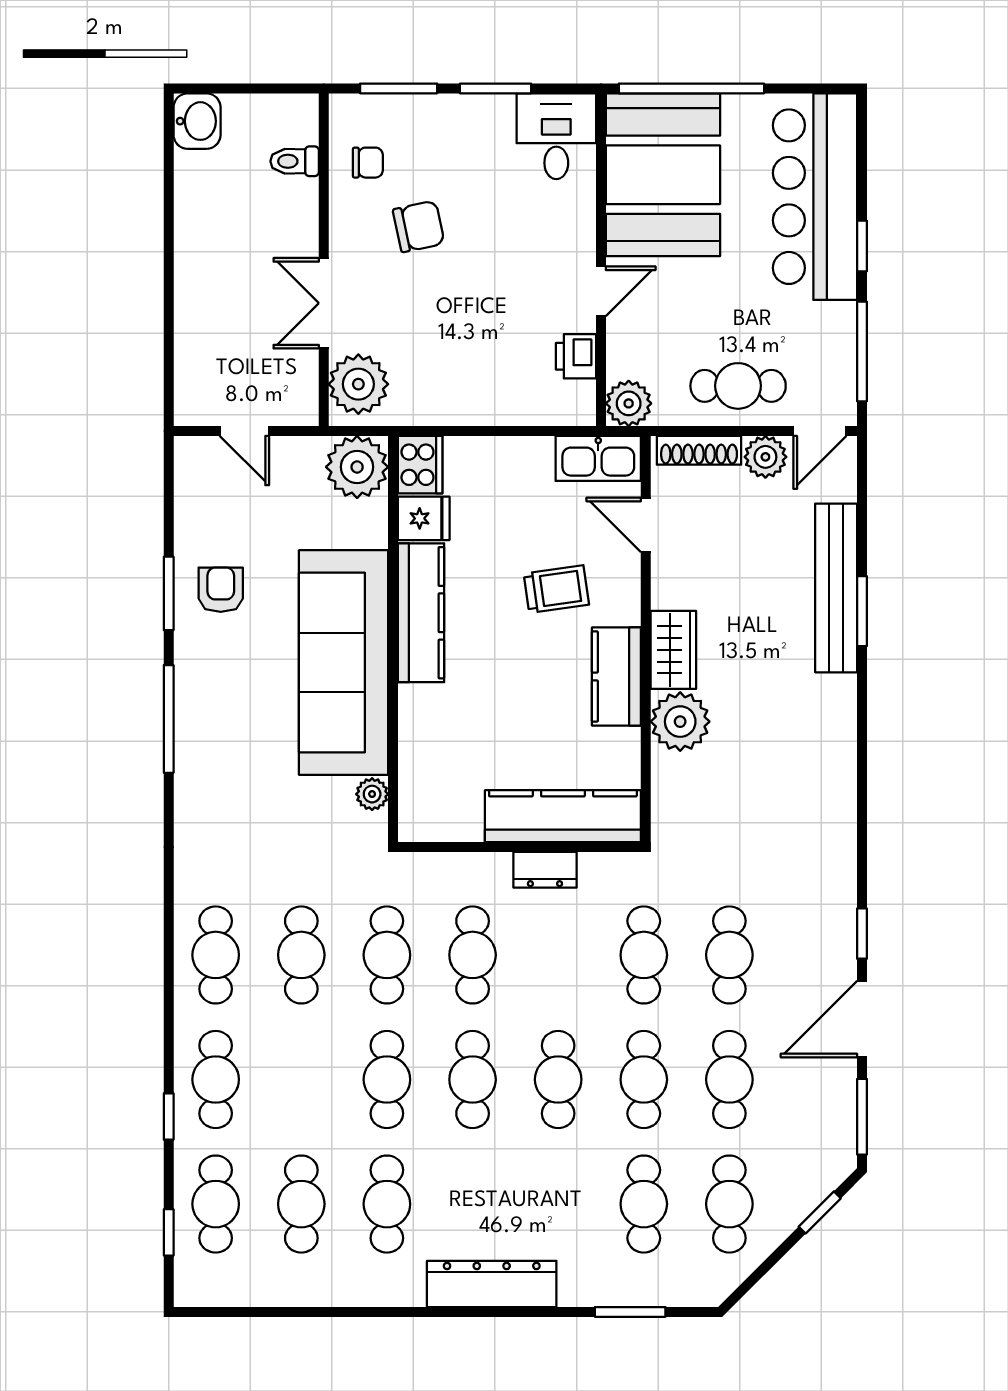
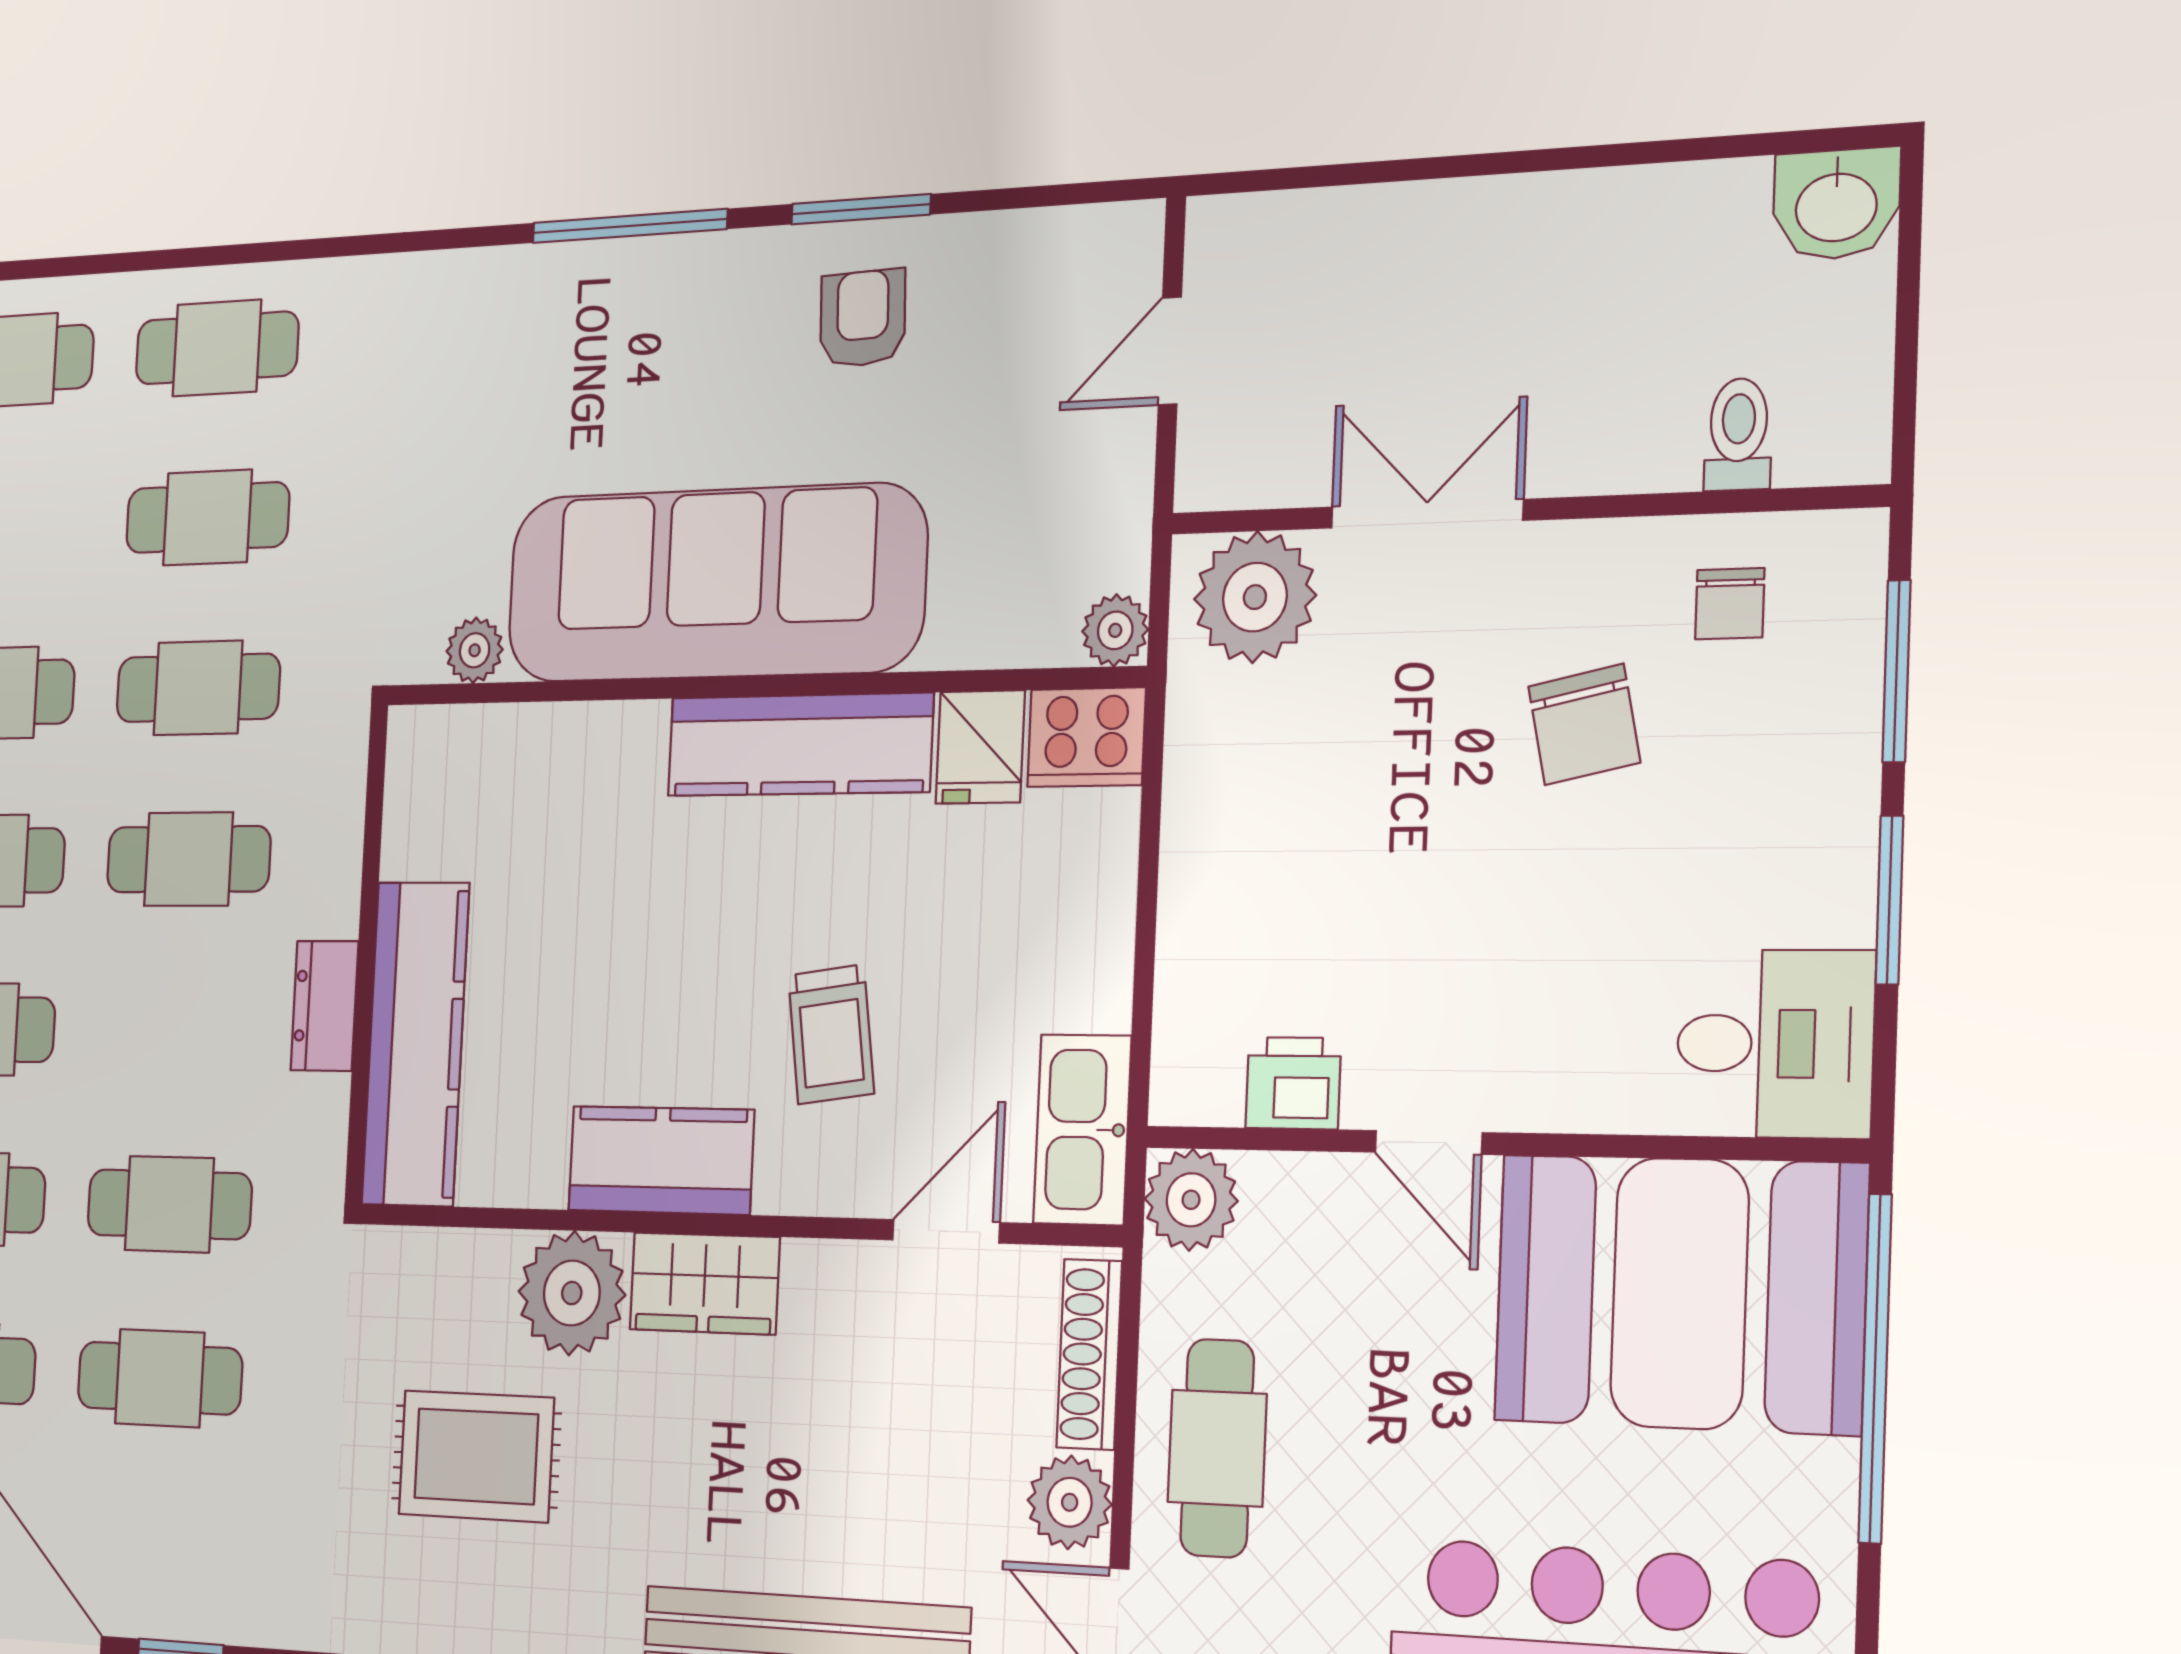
plant: (357, 467) -> (1115, 630), width x0.53, depth x0.53
armchair: (221, 590) -> (863, 318), turned -92
rug: (759, 770) -> (476, 1456), added

